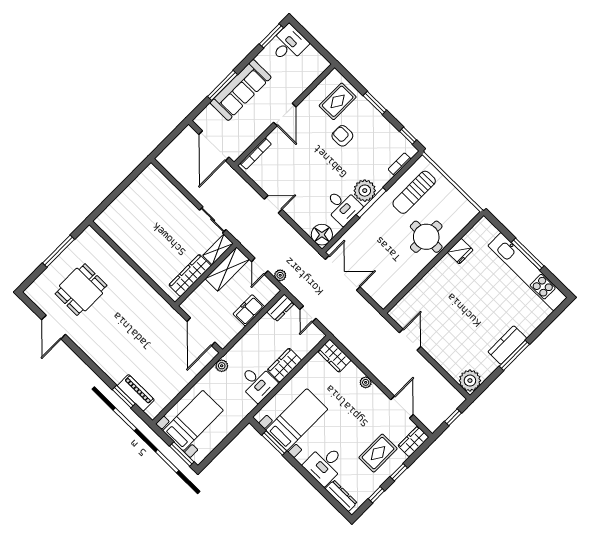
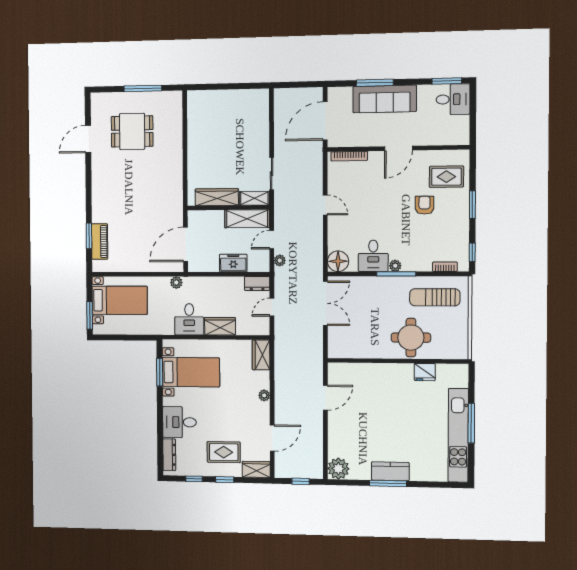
plant: (365, 191) -> (395, 266), width x0.53, depth x0.53

